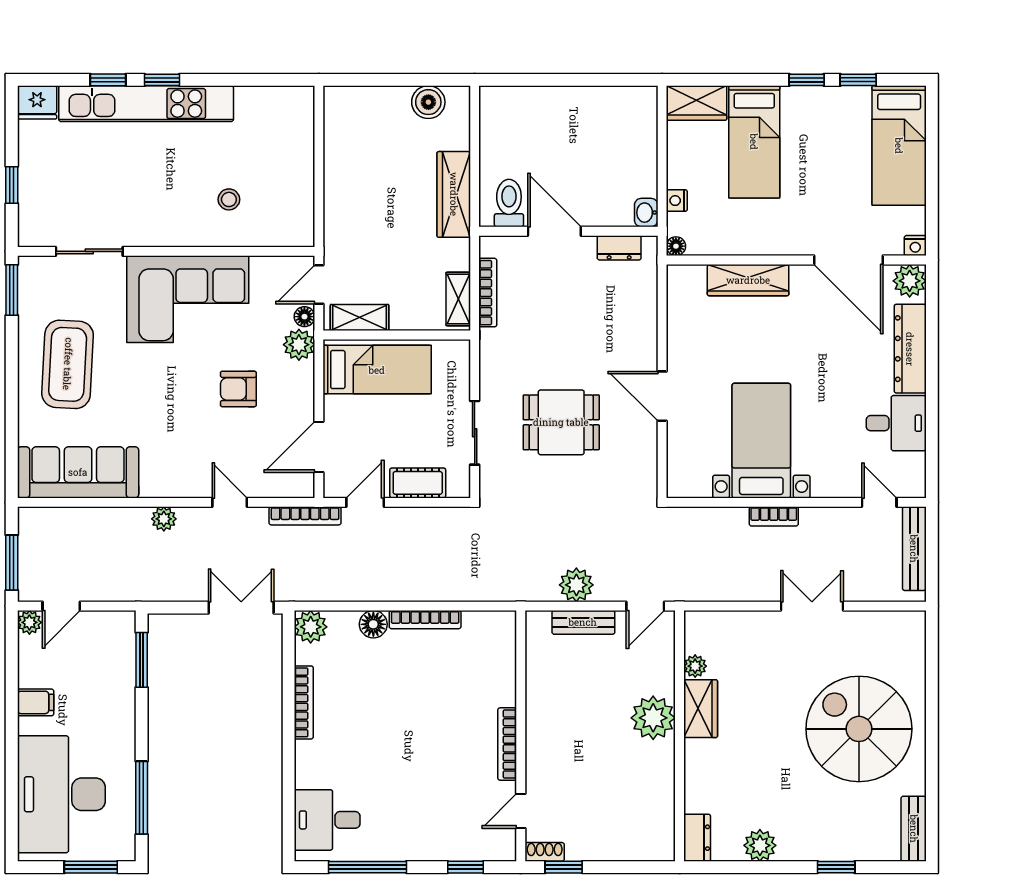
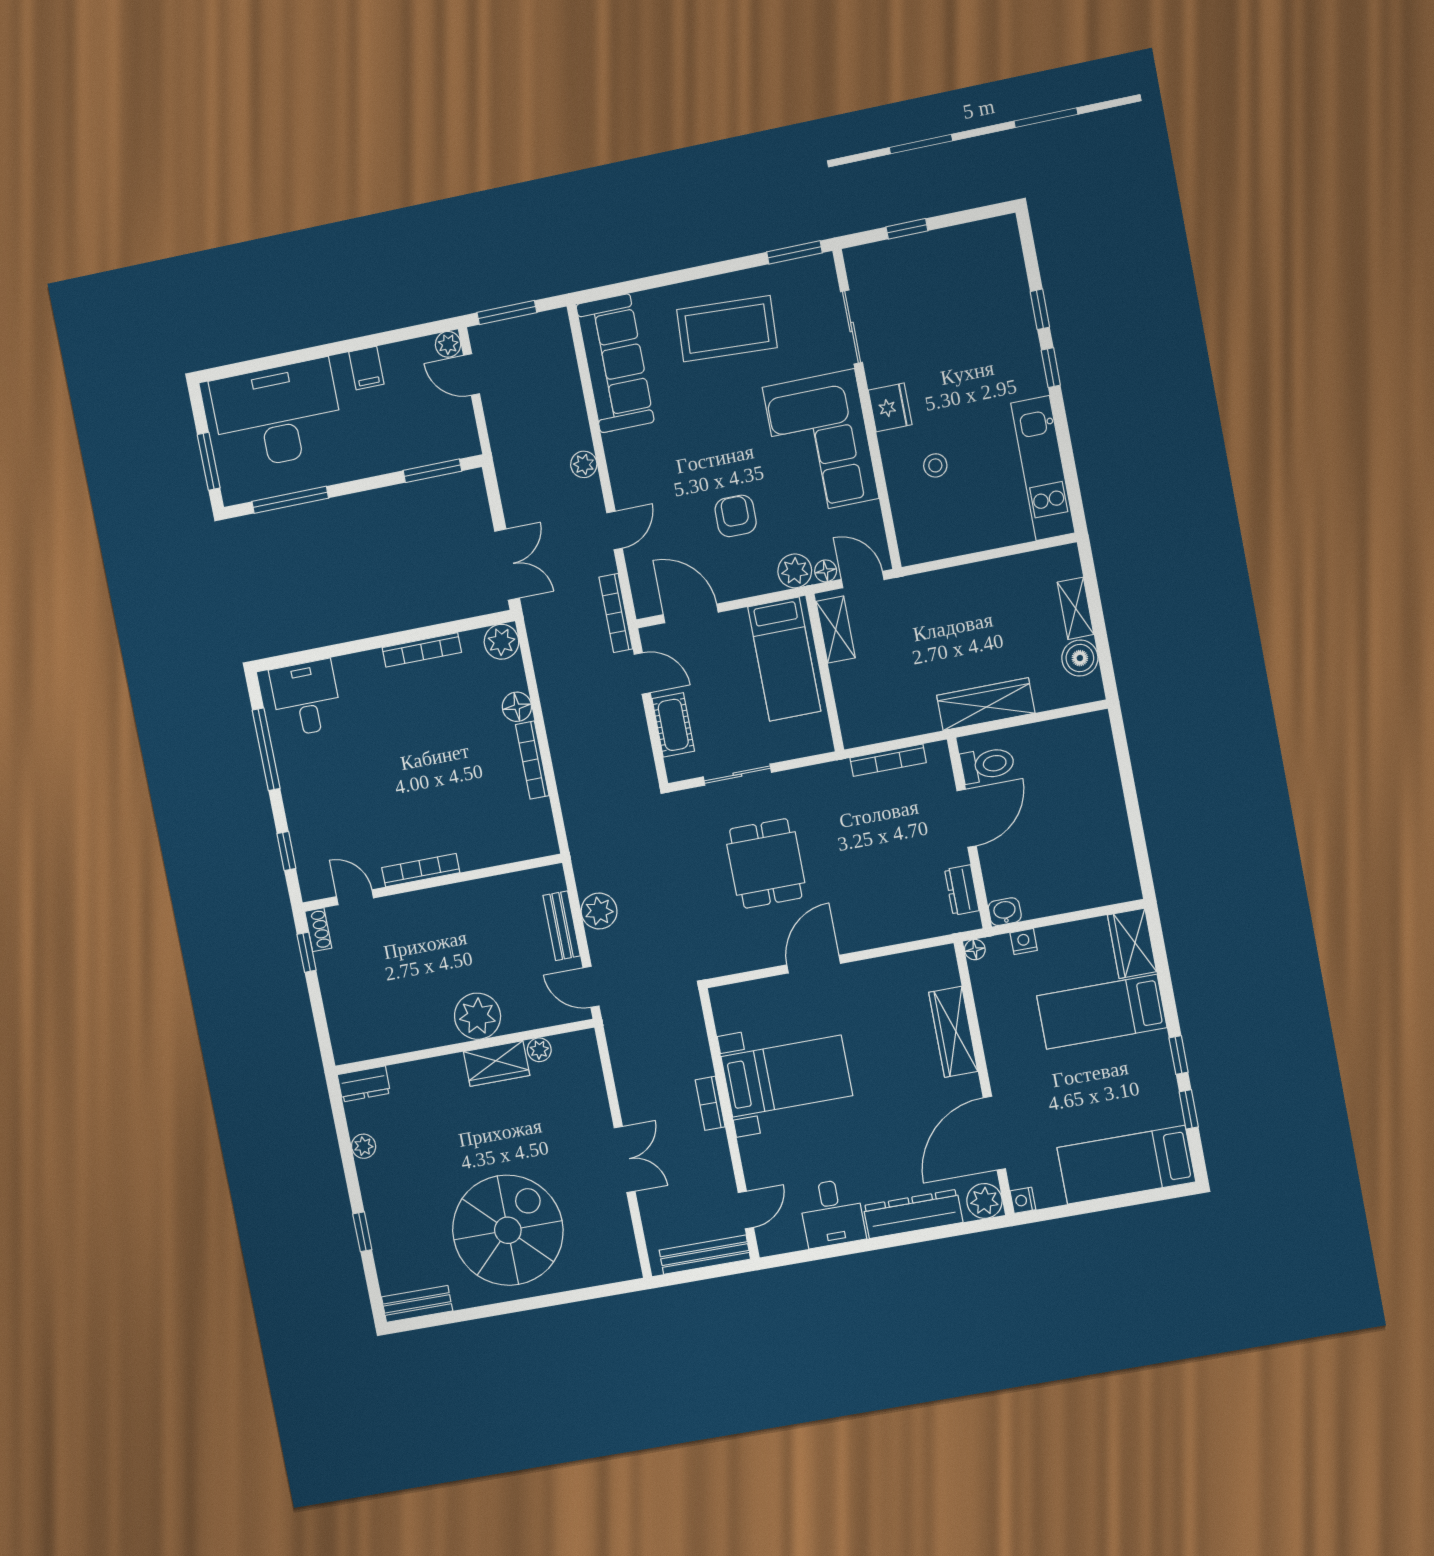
fridge: (37, 102) -> (890, 407), moved, turned 180
kitchen unit: (146, 104) -> (1043, 468), moved, width x0.73
shelving: (458, 299) -> (1076, 608), moved, turned 90
plant: (760, 845) -> (364, 1146), width x0.73, depth x0.73

